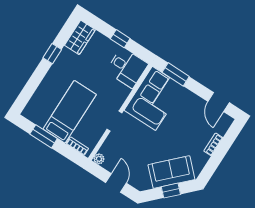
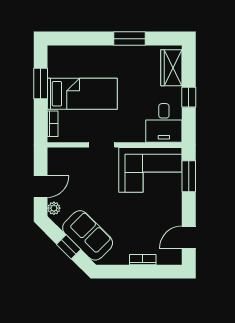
wardrobe: (80, 37) -> (171, 68), moved, turned 90
window: (52, 54) -> (130, 39), width x1.50
plant: (99, 159) -> (54, 208), moved

